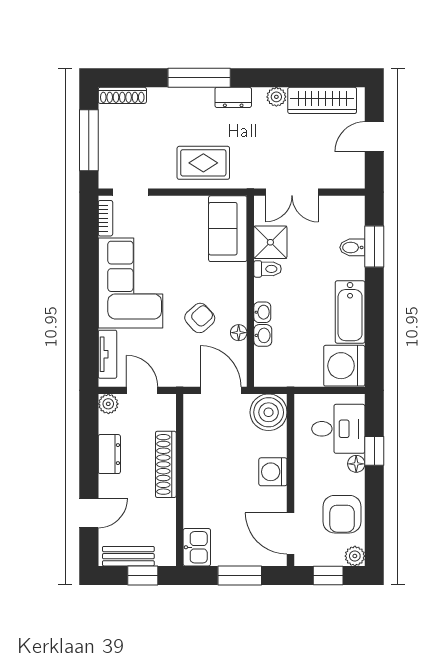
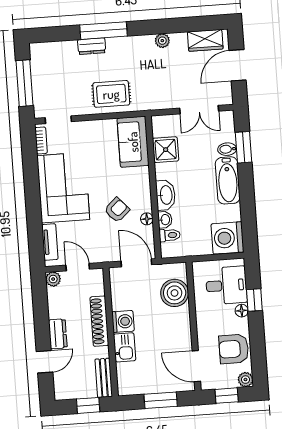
shoe rack: (122, 95) -> (47, 48), removed
dresser: (233, 97) -> (92, 46), moved
wardrobe: (322, 100) -> (205, 40), width x0.67
door: (374, 137) -> (238, 65), width x1.37
double door: (292, 192) -> (199, 110), moved
toilet: (268, 269) -> (170, 235), moved
washbasin: (262, 312) -> (166, 195), width x1.91, depth x1.45
bathtub: (350, 312) -> (228, 180), moved
boiler: (269, 412) -> (175, 293), moved
dresser: (109, 454) -> (58, 334), moved
washing machine: (273, 472) -> (123, 321), moved, turned 180
armchair: (342, 514) -> (234, 349), turned 90
kitchen sink: (197, 547) -> (125, 347), moved
bench: (128, 556) -> (104, 378), moved, turned 90

